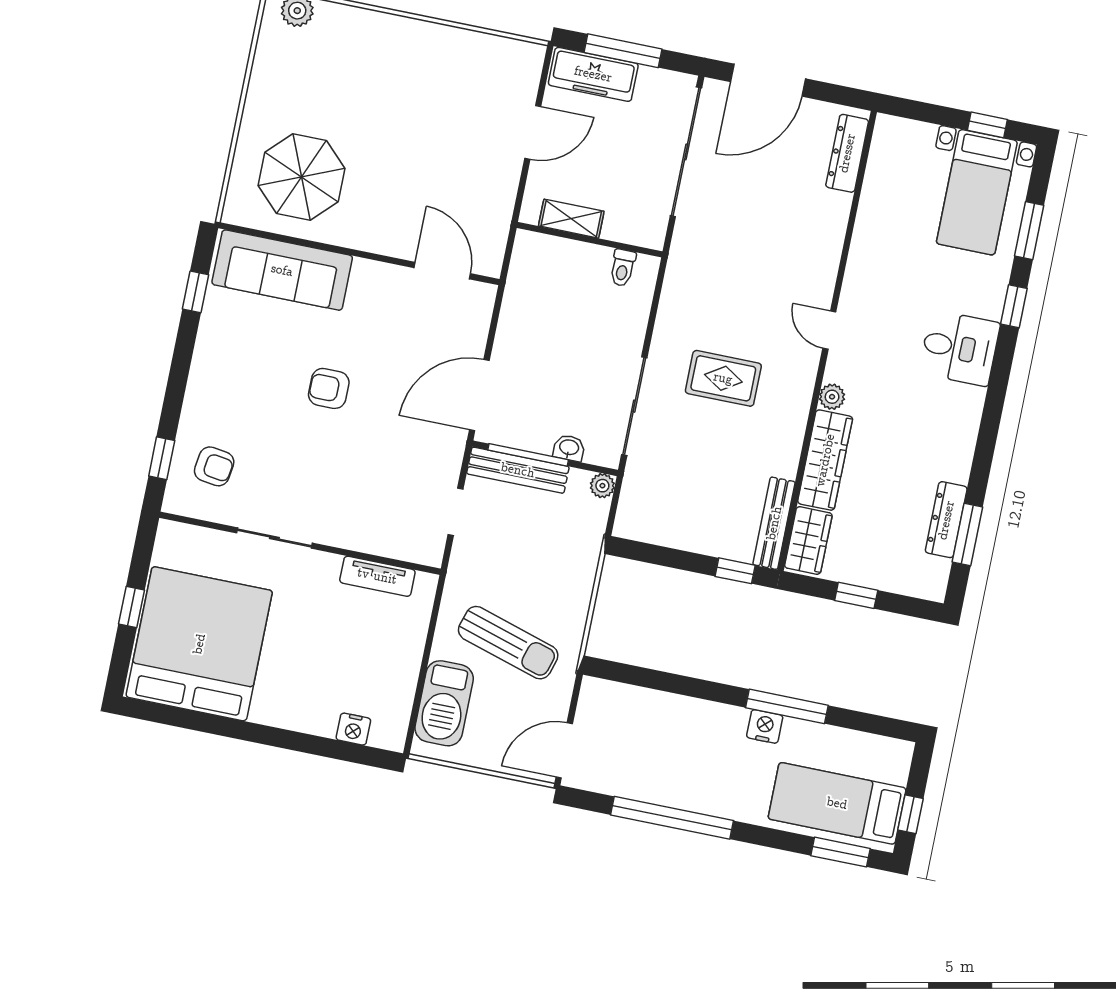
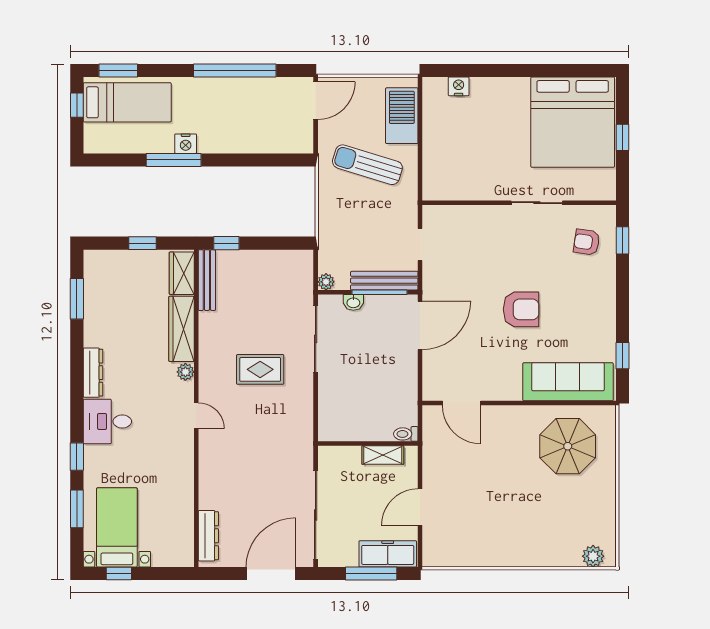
toilet: (623, 268) -> (406, 434), moved, turned -90
armchair: (329, 388) -> (521, 309), width x1.38, depth x1.38
dresser: (946, 520) -> (93, 373), moved
tv unit: (377, 576) -> (463, 191), removed

